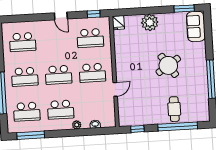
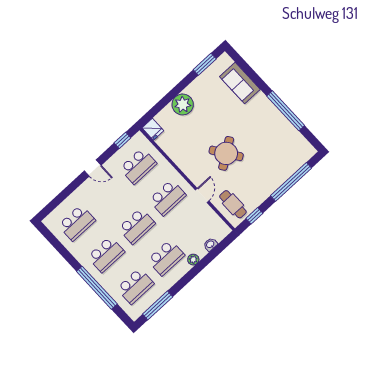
sofa: (196, 27) -> (240, 83), moved
round table: (168, 65) -> (226, 153), moved
cafe table: (174, 109) -> (233, 204), moved

